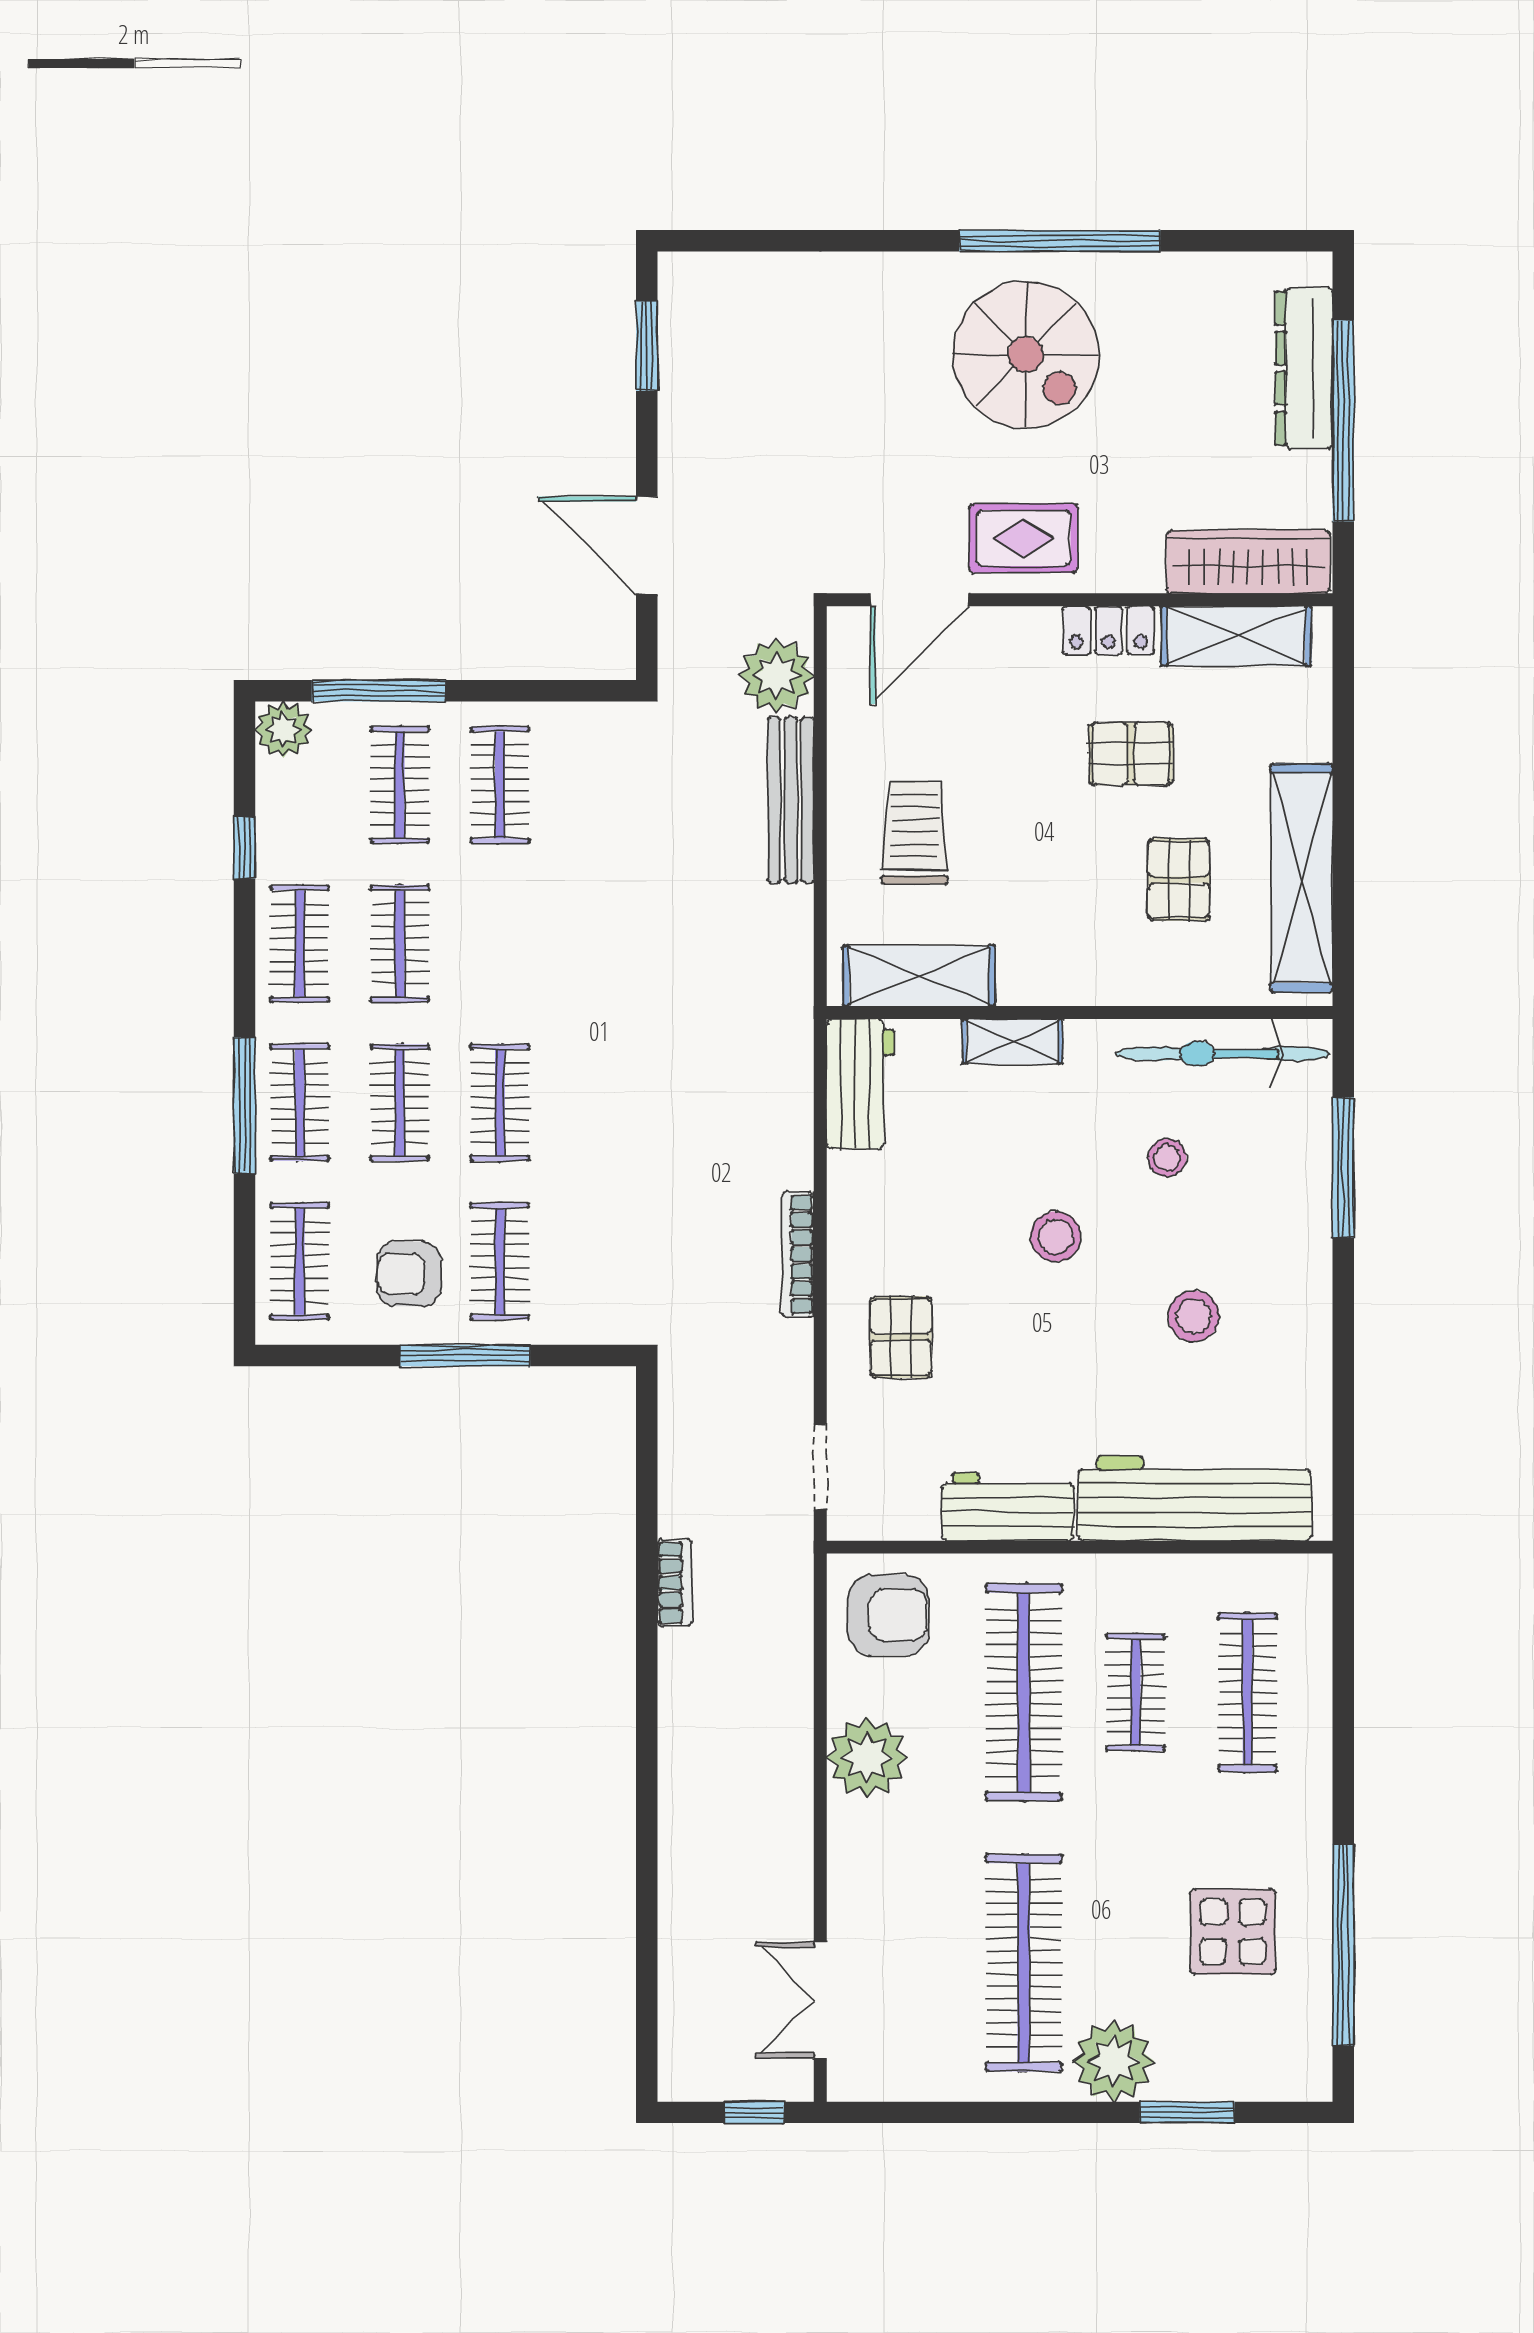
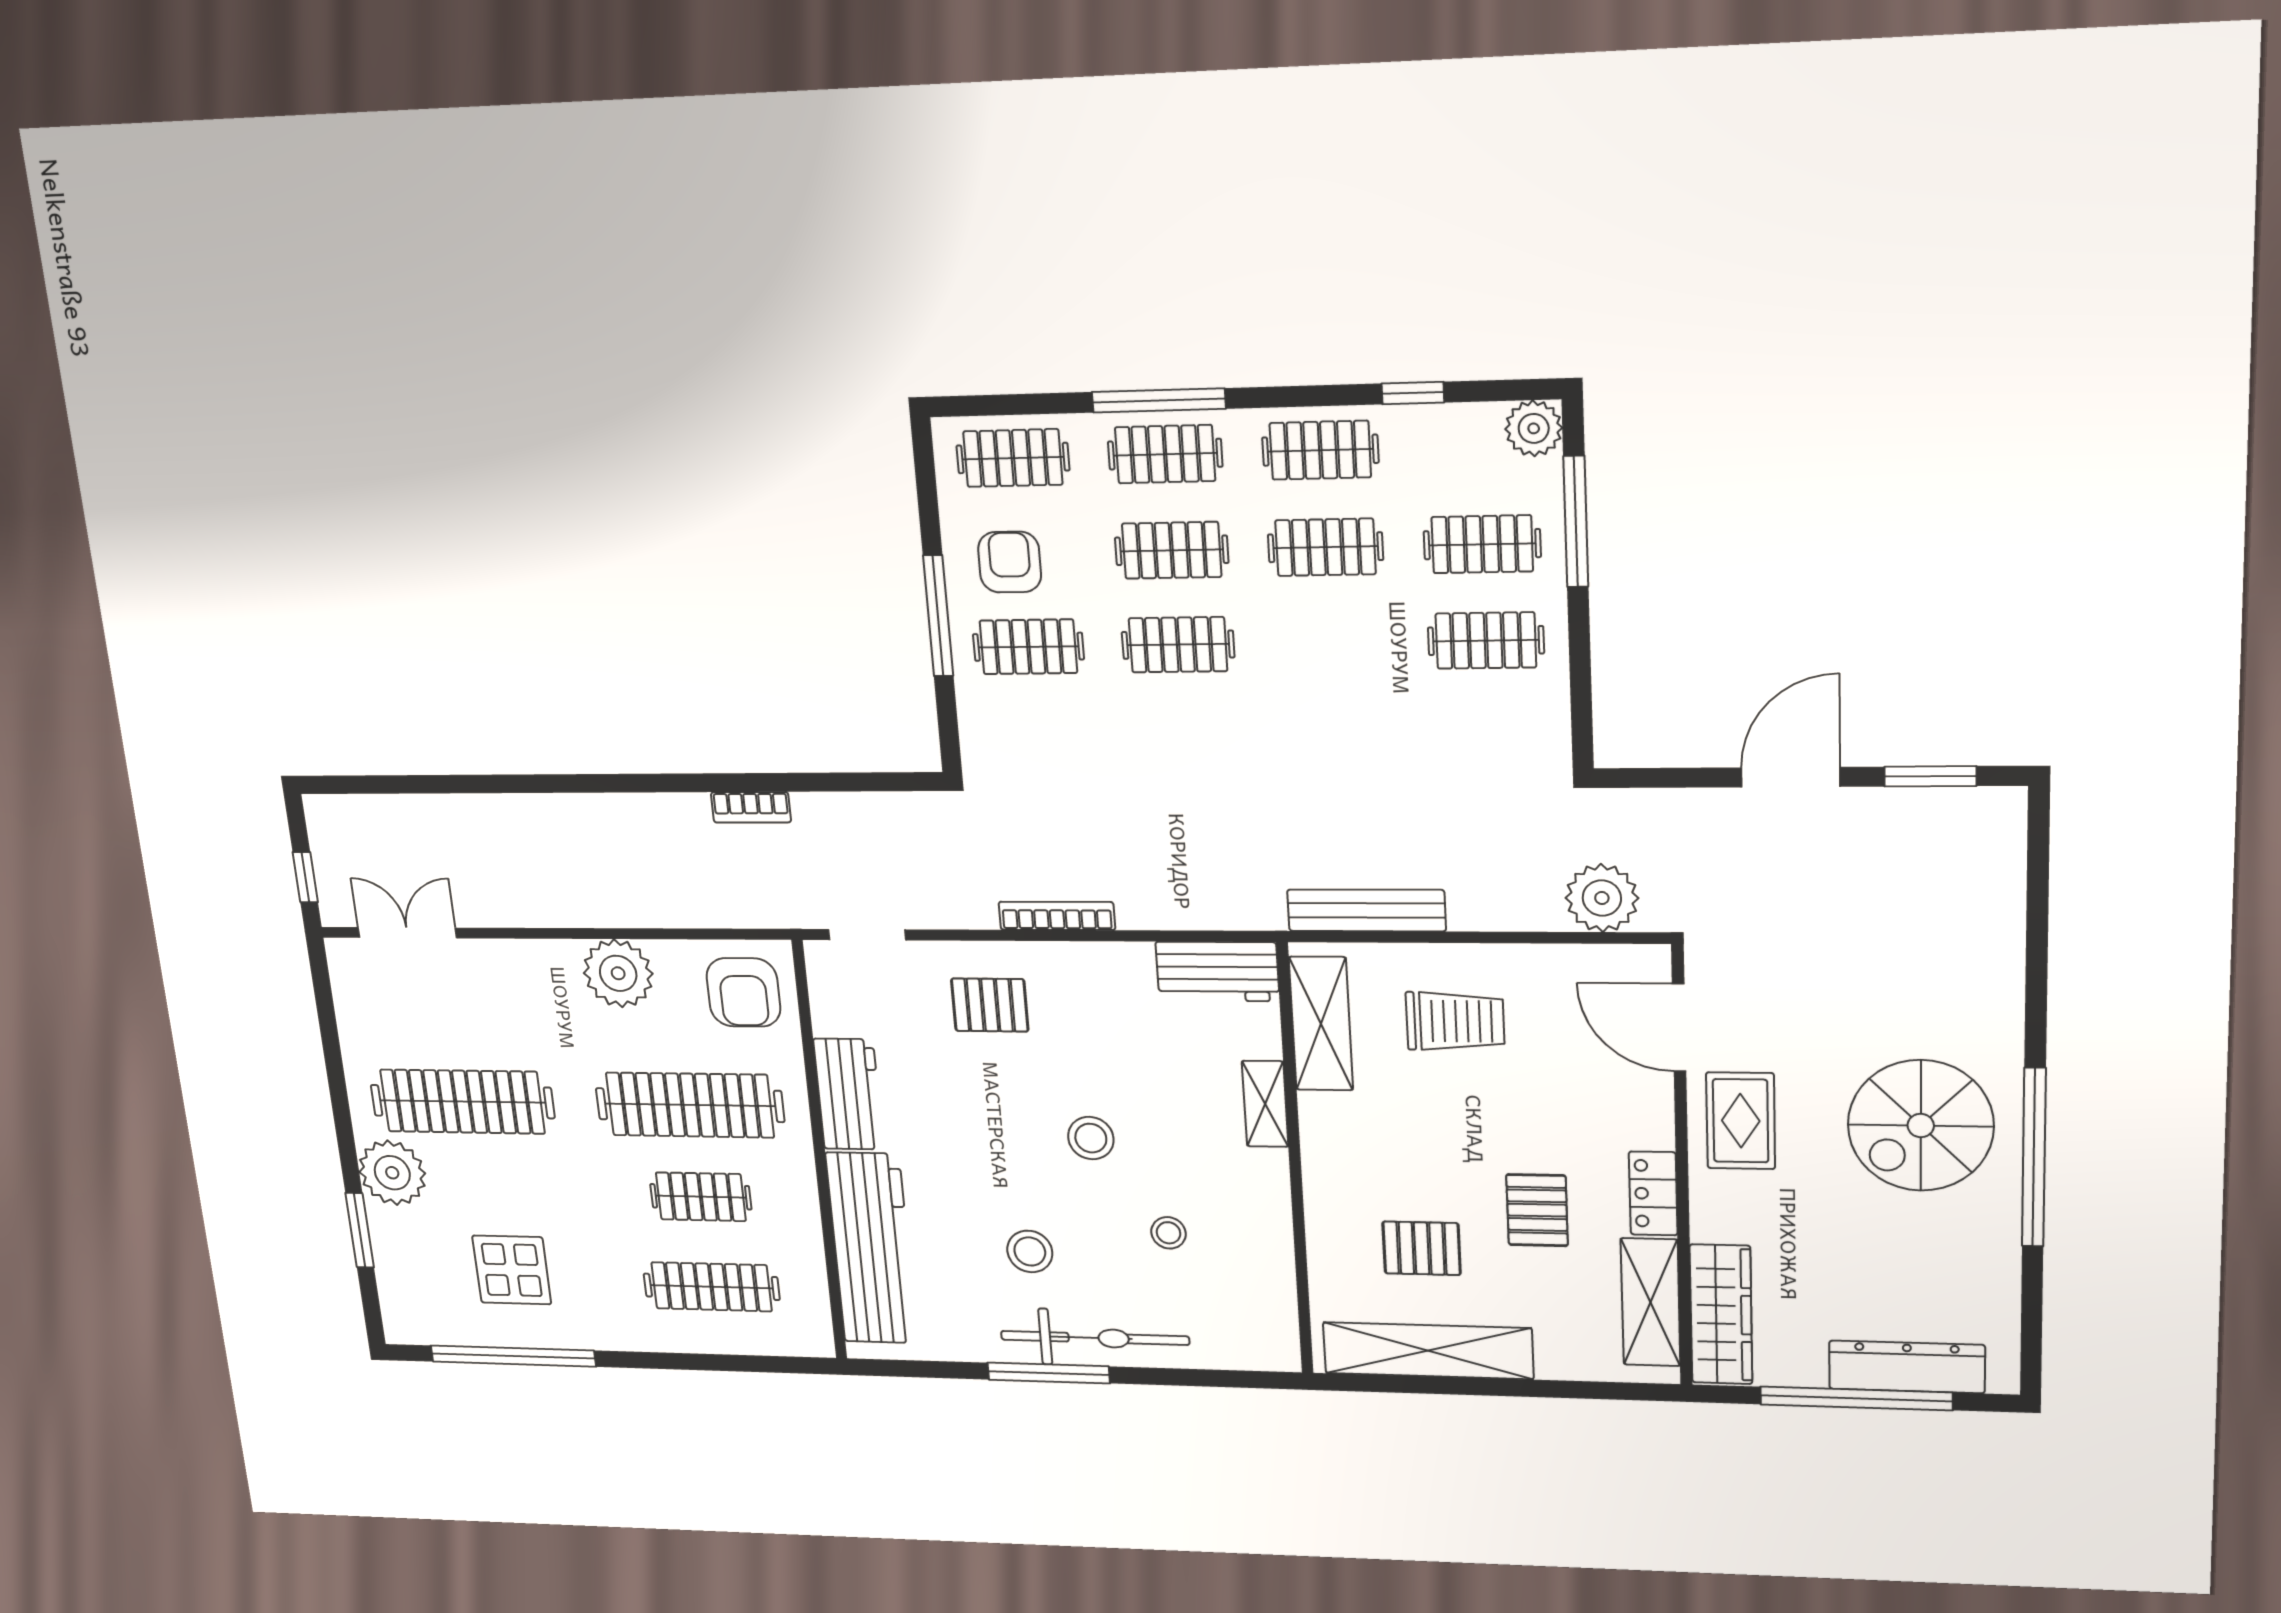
door: (647, 545) -> (1791, 777), moved
bench: (791, 800) -> (1366, 910), moved
bicycle: (1223, 1054) -> (1095, 1338), moved, turned 90
window: (1343, 1167) -> (1049, 1373), moved

